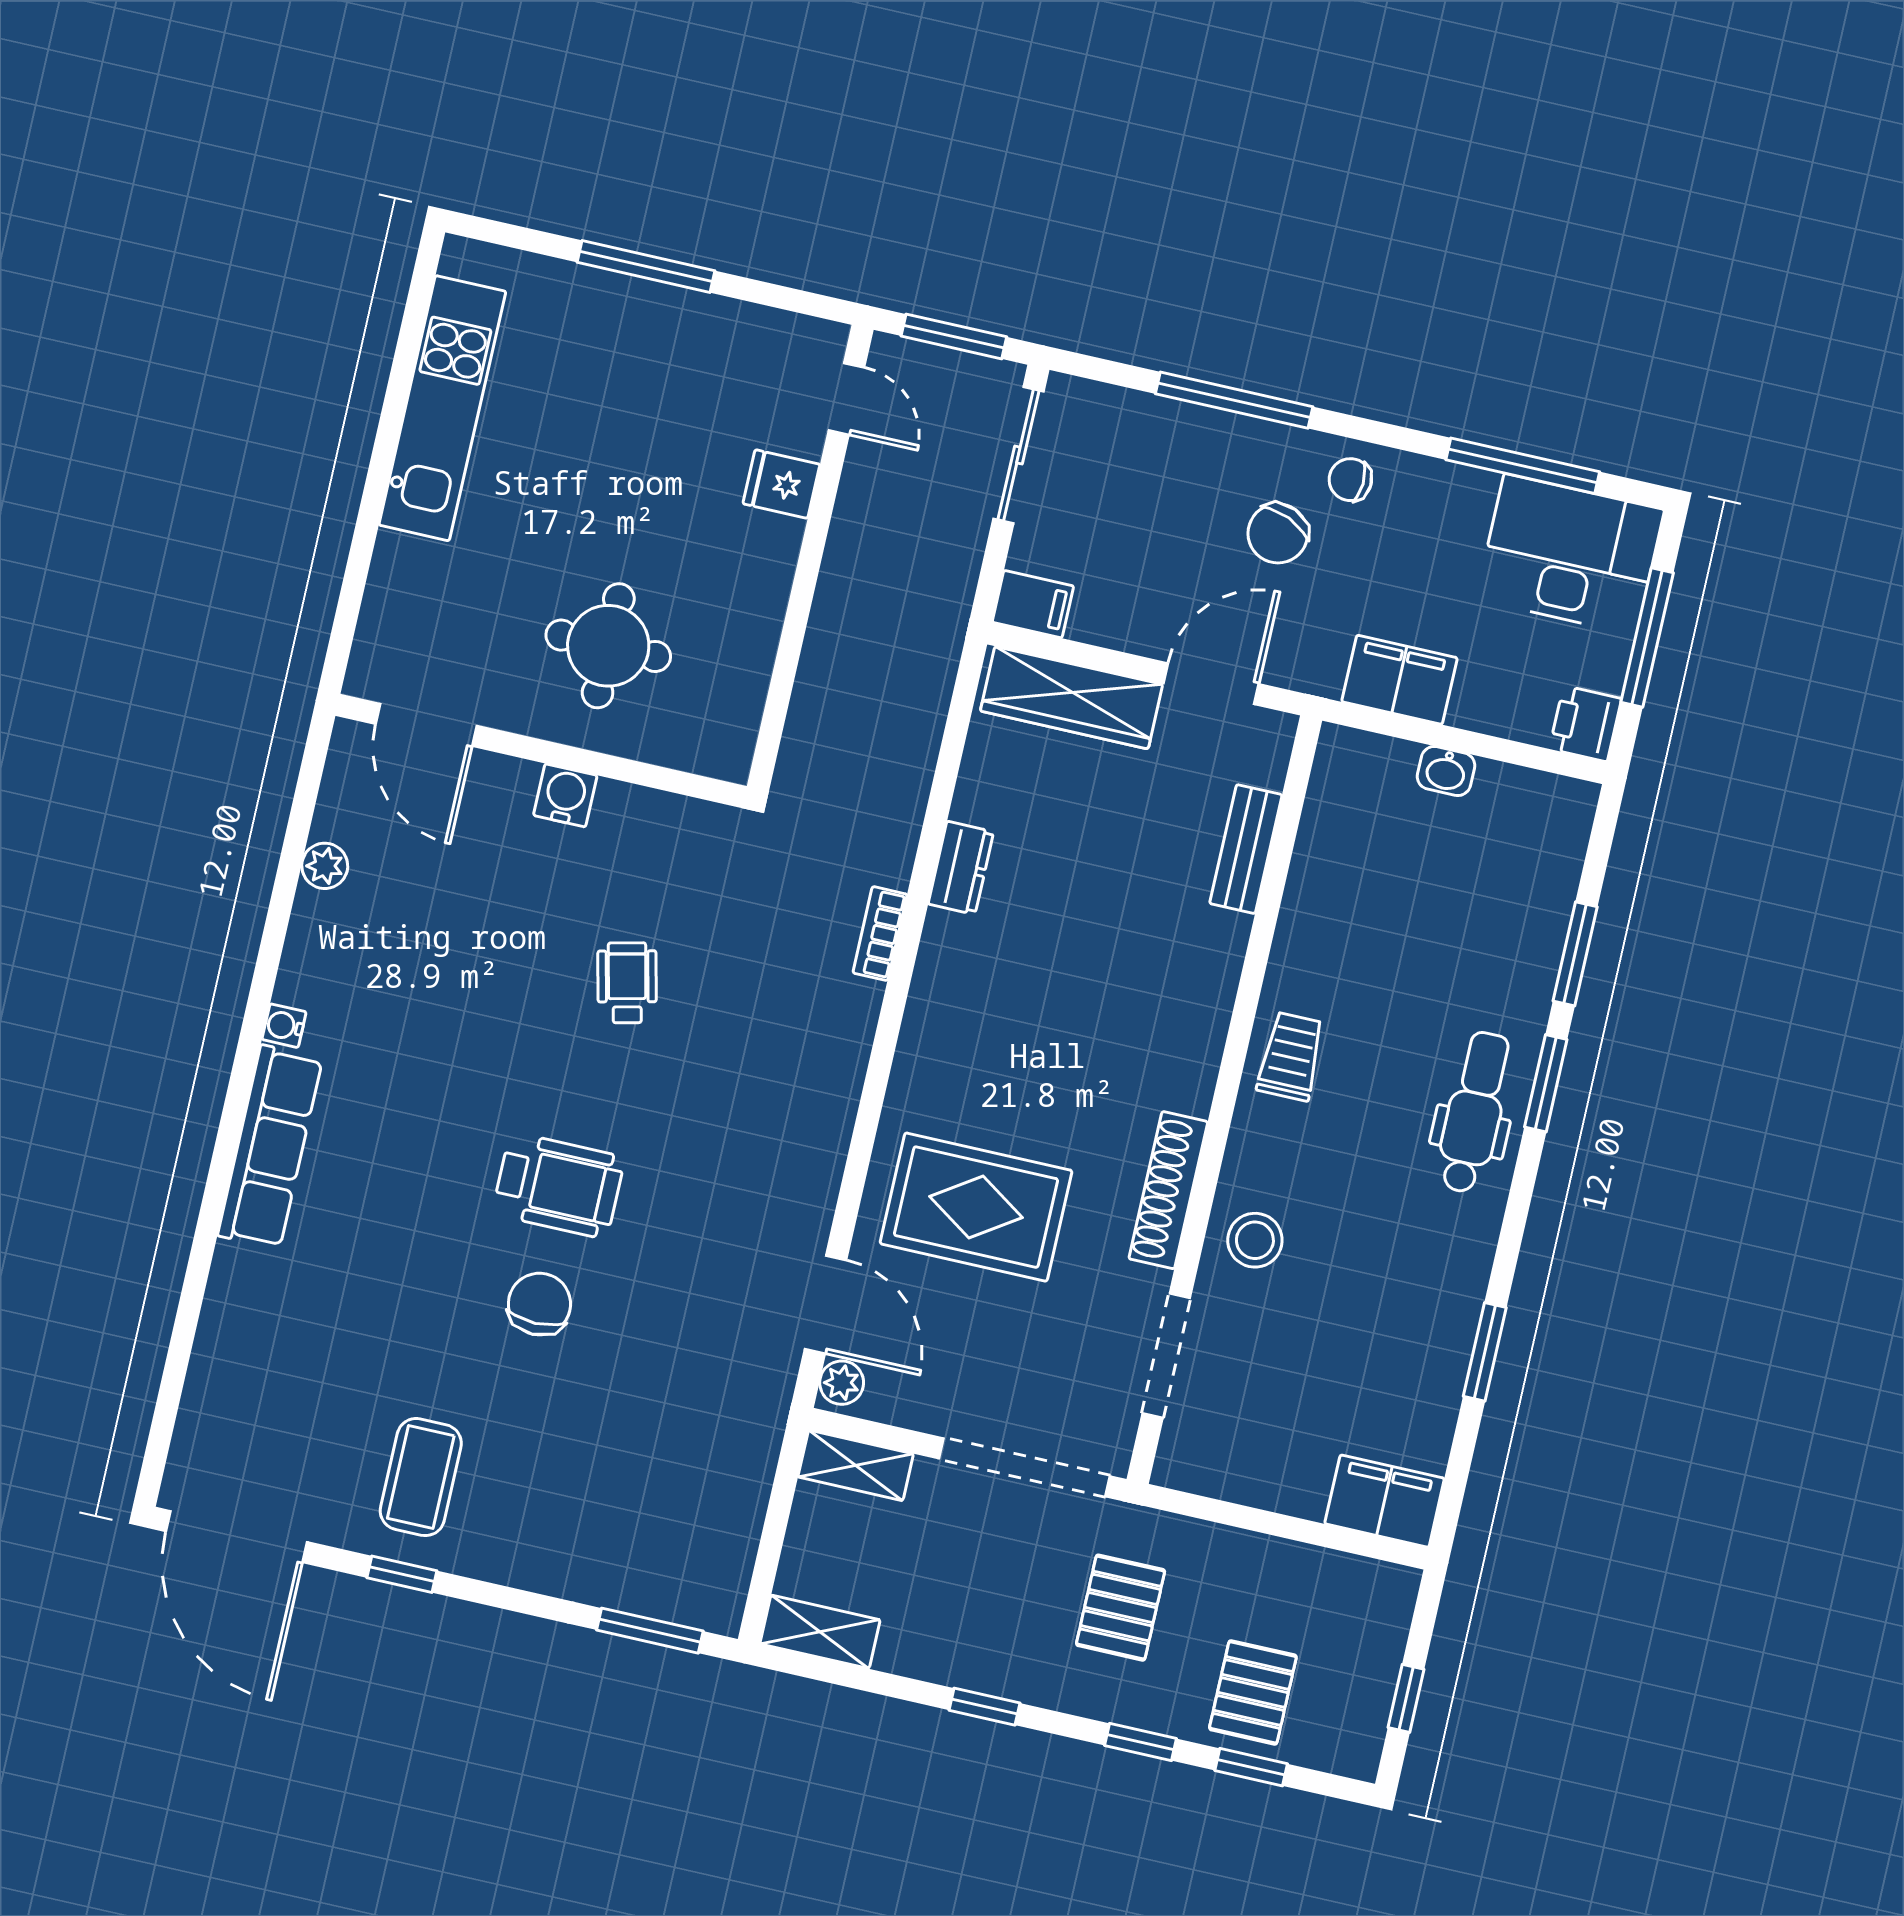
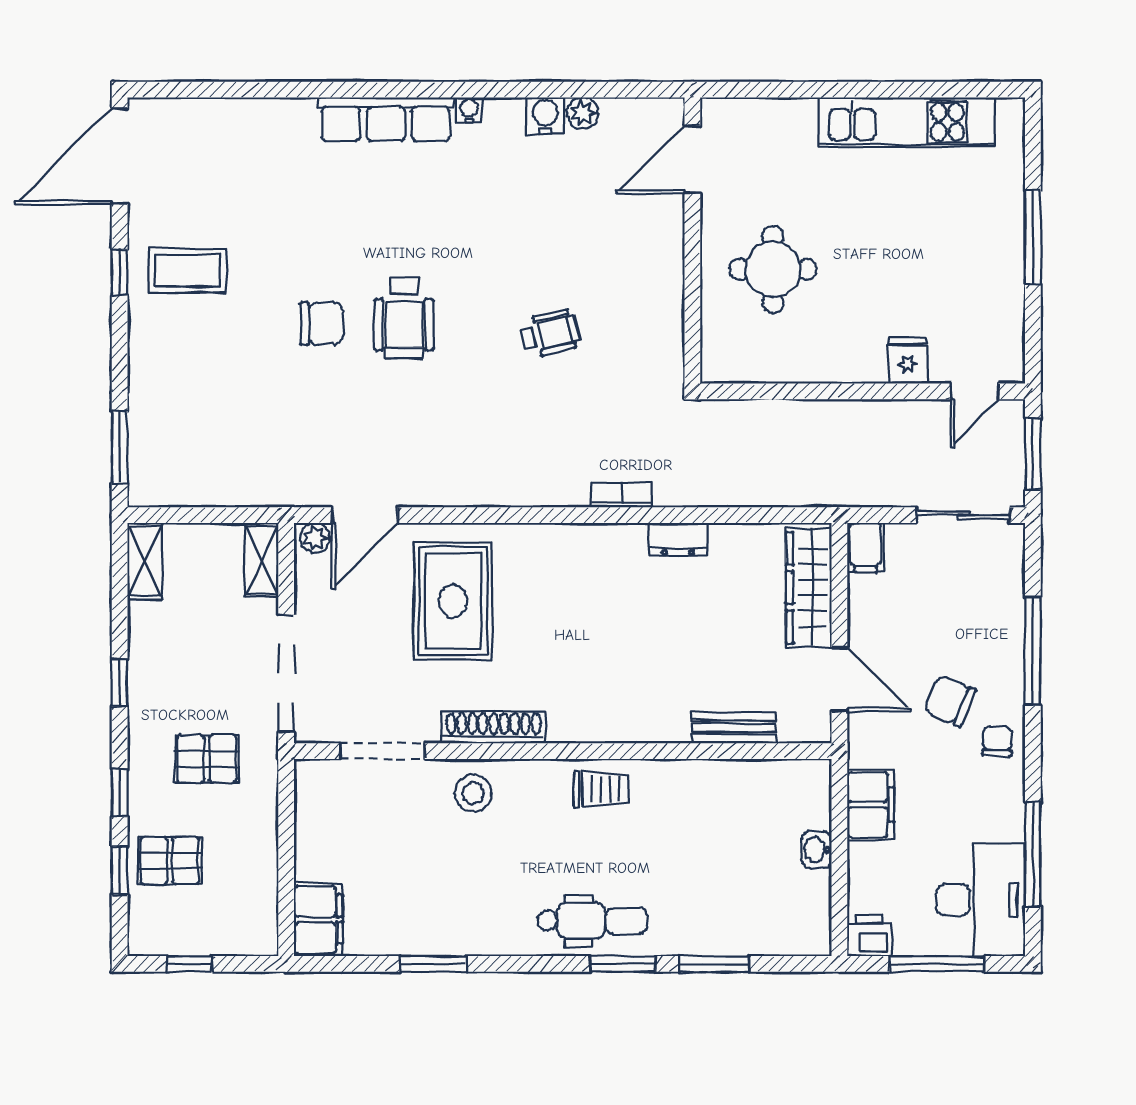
water cooler: (565, 795) -> (545, 116), moved, turned -90

